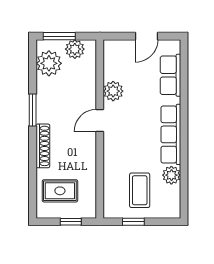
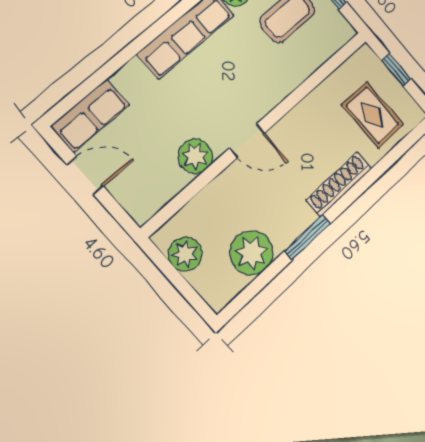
window: (59, 36) -> (186, 290), removed
plant: (49, 63) -> (252, 253), moved
row of seats: (170, 75) -> (90, 116), moved

